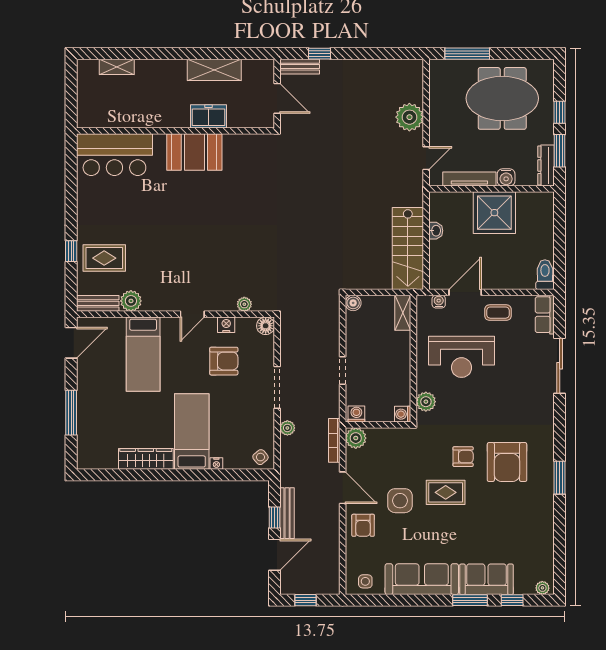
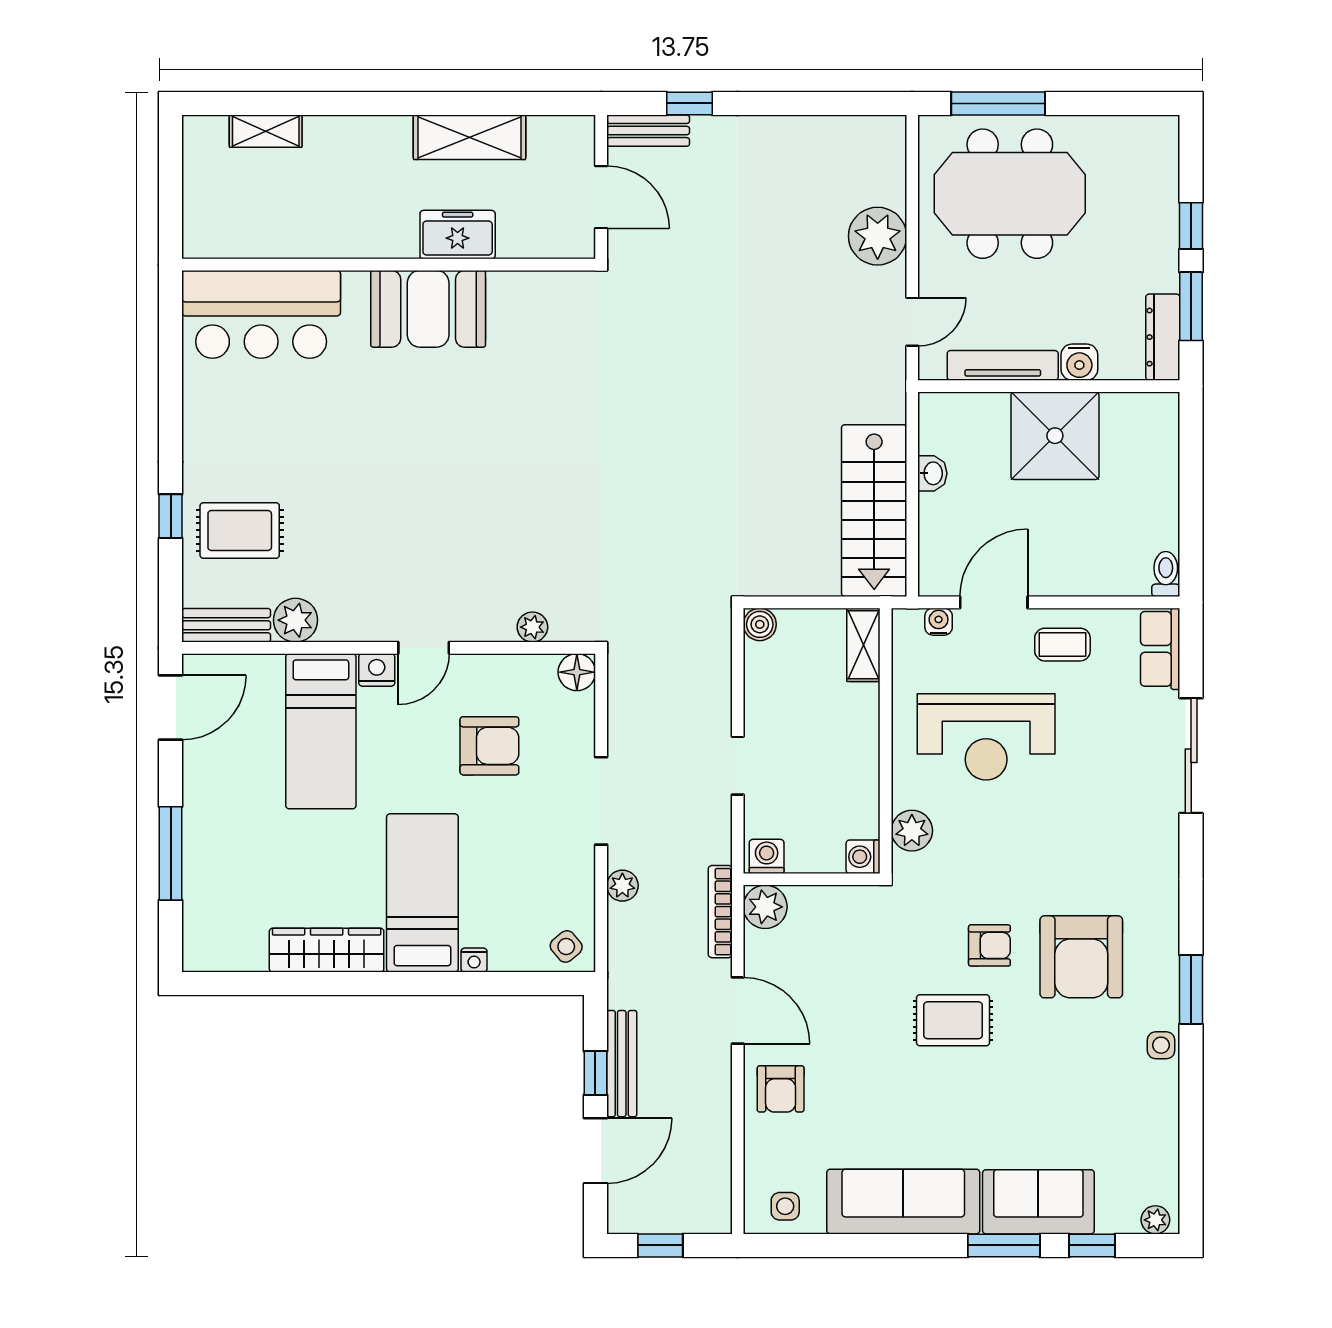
meeting table: (502, 98) -> (1010, 194), moved
toilet: (545, 275) -> (1166, 574), width x0.73, depth x0.72
nightstand: (226, 325) -> (377, 670), moved
side table: (400, 501) -> (1161, 1045), moved, width x0.54, depth x0.54

